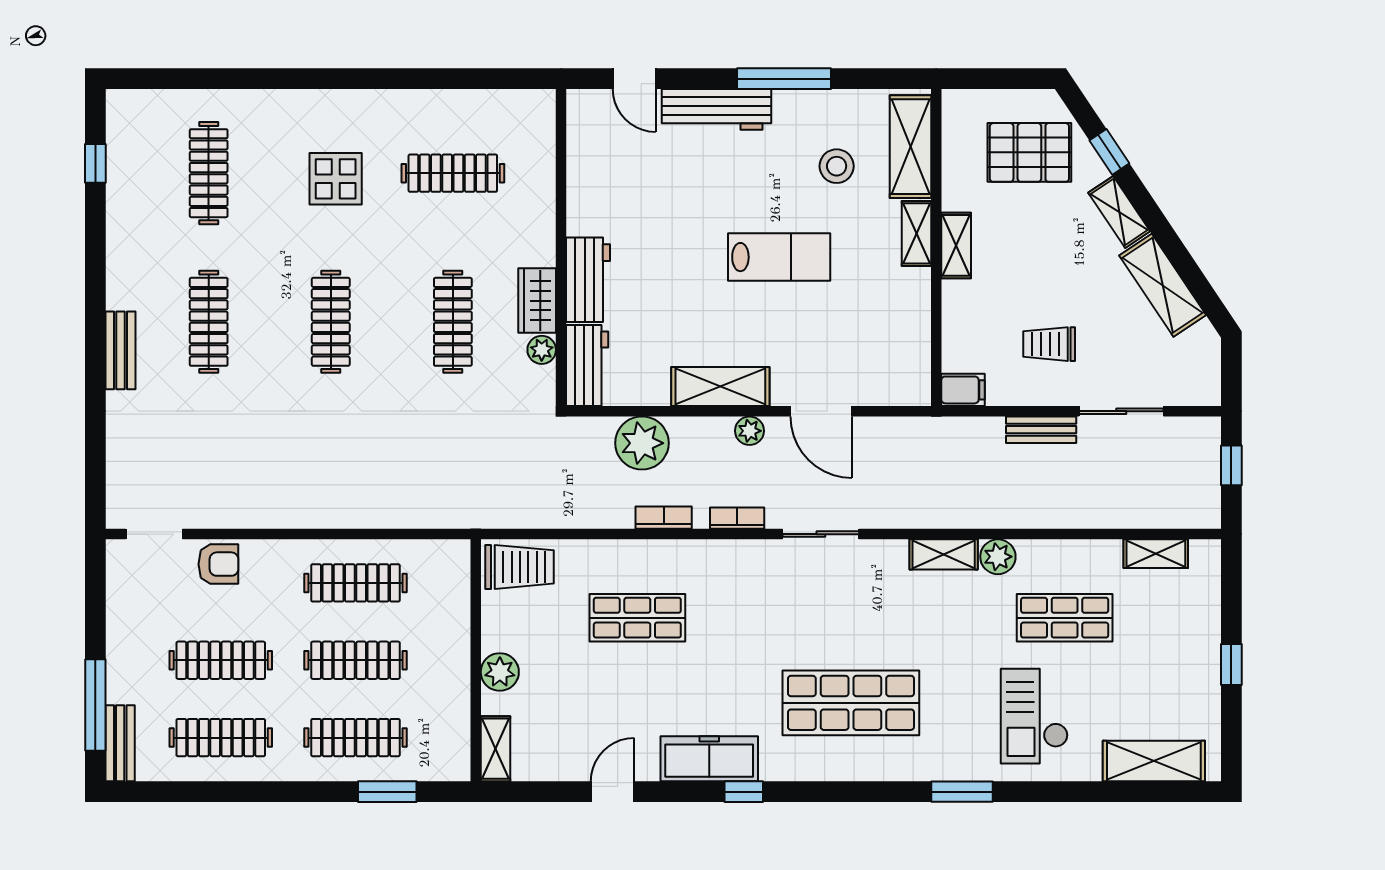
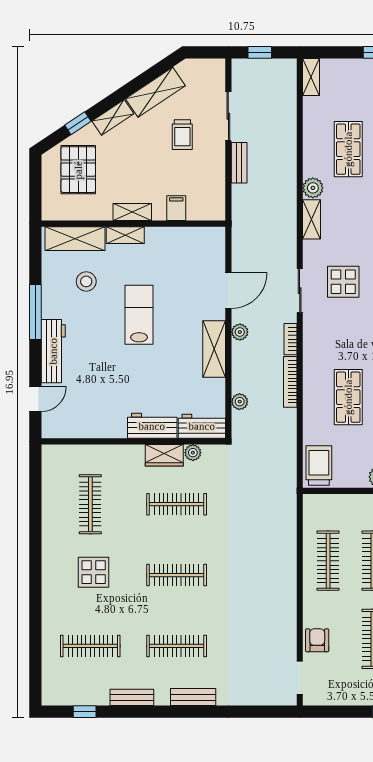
bench: (120, 245) -> (132, 697), added
trolley: (1049, 344) -> (182, 135), moved
filing cabinet: (963, 390) -> (176, 208), moved
plant: (642, 443) -> (240, 402), width x0.53, depth x0.53
bookcase: (664, 518) -> (290, 382), width x1.56
shelving: (1156, 554) -> (311, 77), moved
display table: (836, 609) -> (343, 282), added

